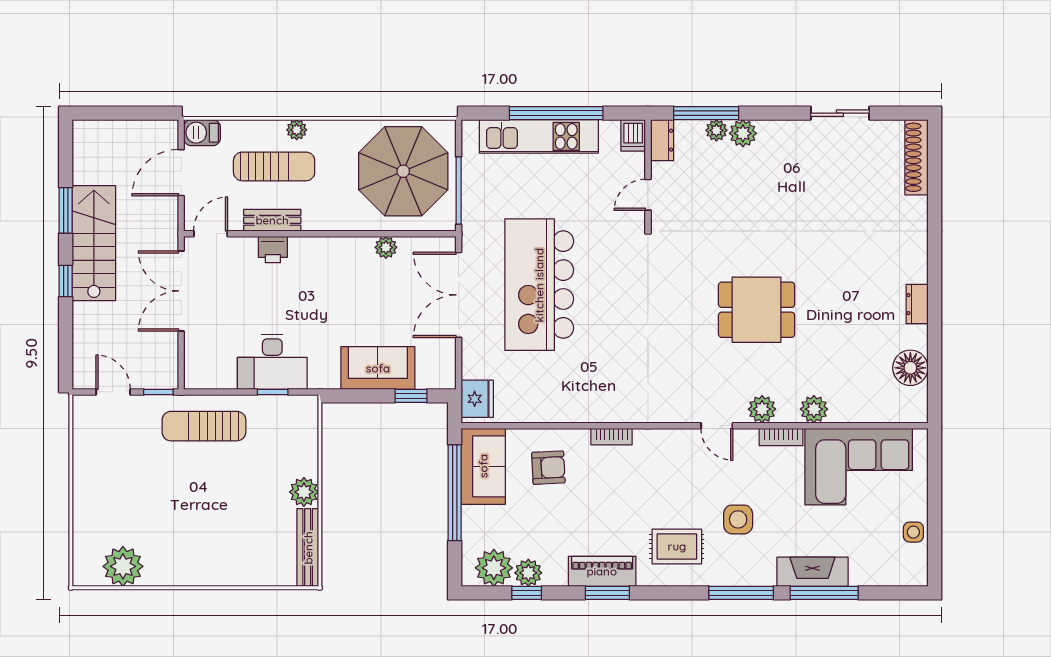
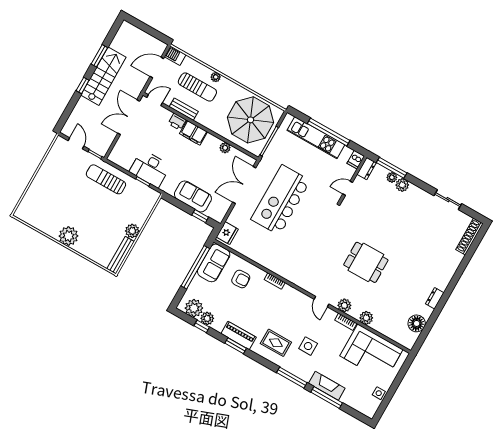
filing cabinet: (314, 253) -> (194, 133), added
plant: (123, 566) -> (68, 236), moved

